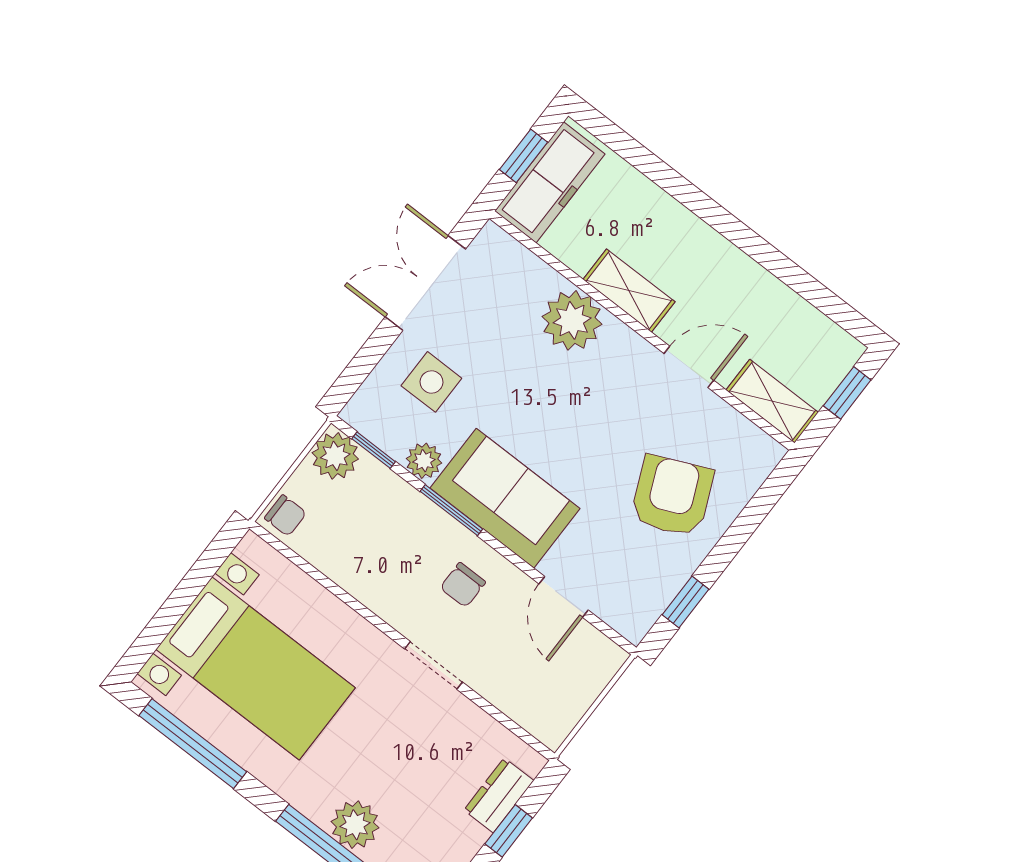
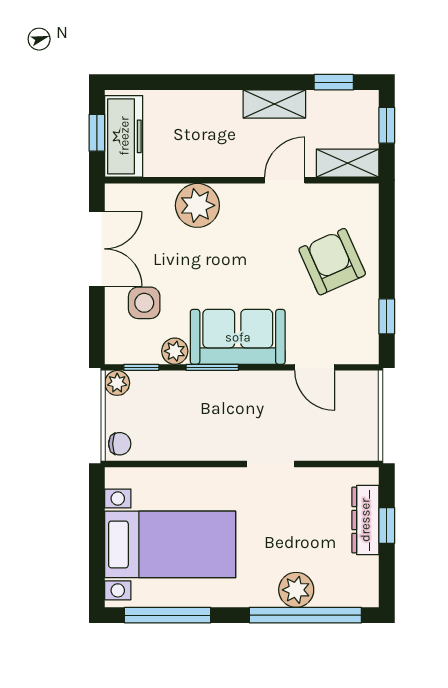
double door: (425, 283) -> (97, 249), swing flipped
shelving: (629, 291) -> (274, 104), moved
window: (826, 301) -> (334, 82), added
plant: (335, 456) -> (117, 383), width x0.73, depth x0.73
chair: (463, 585) -> (252, 405), removed
dresser: (499, 795) -> (365, 520), width x1.44

